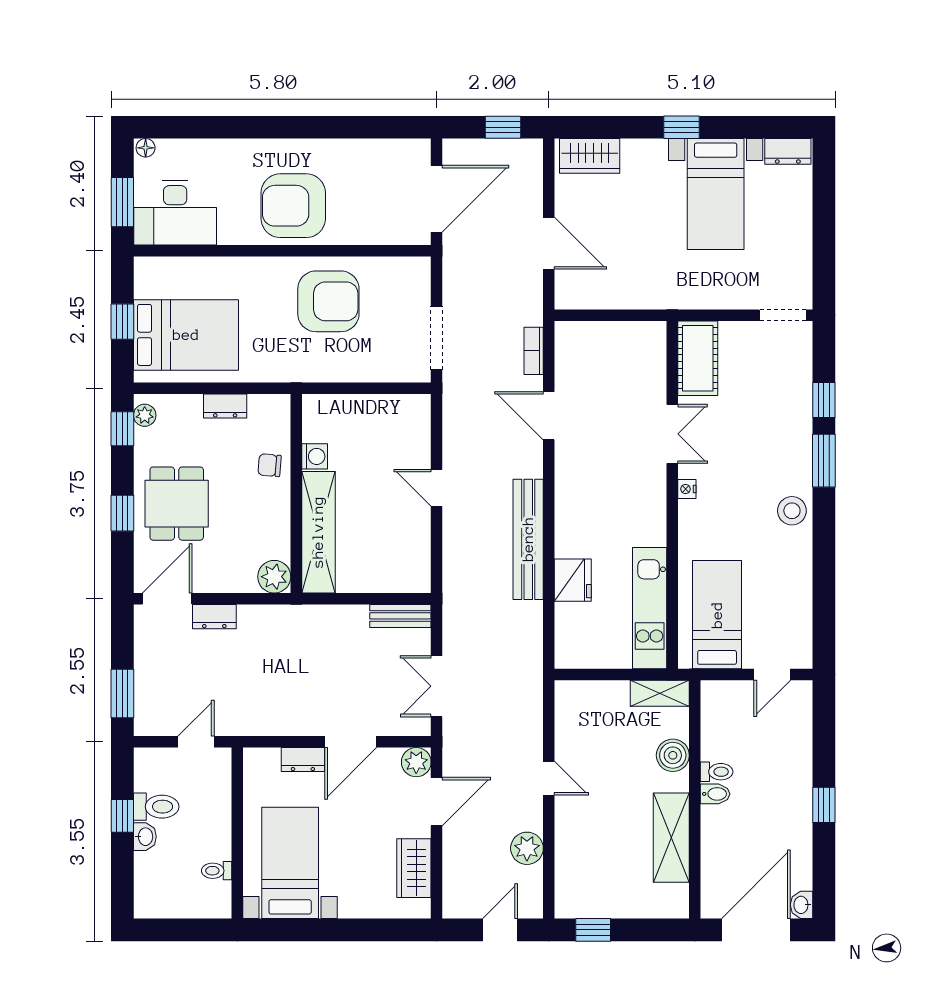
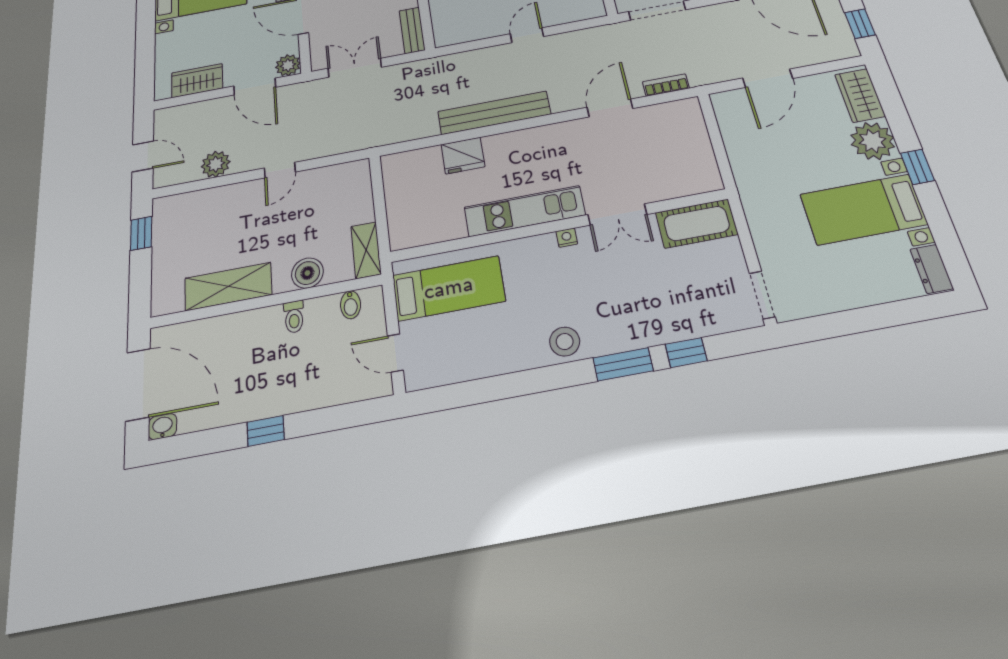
plant: (644, 161) -> (873, 141), added
kitchen unit: (650, 608) -> (525, 211), moved
bidet: (715, 794) -> (351, 305), moved

